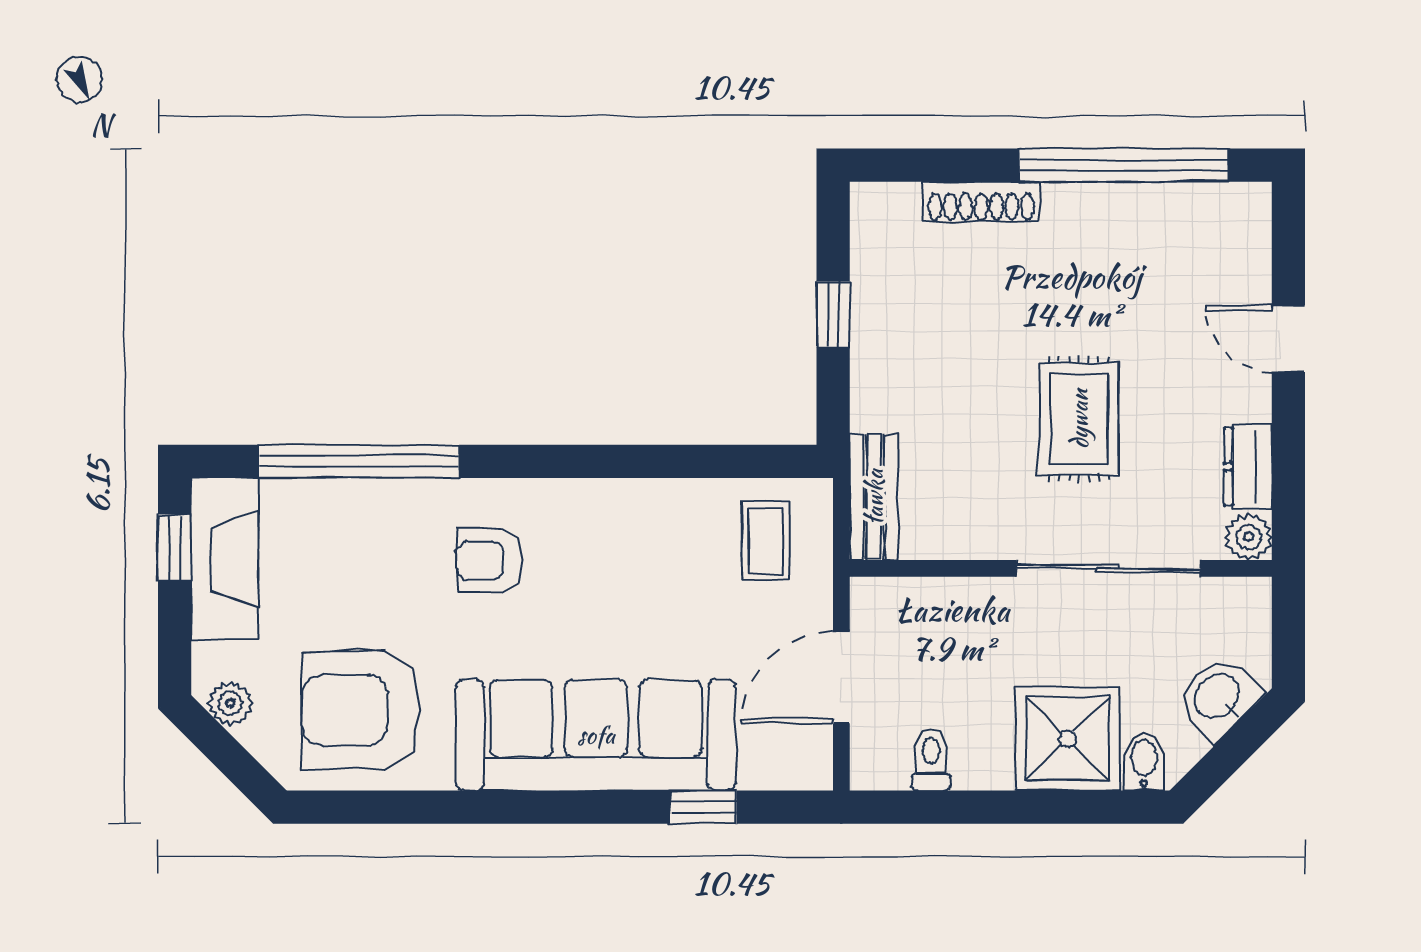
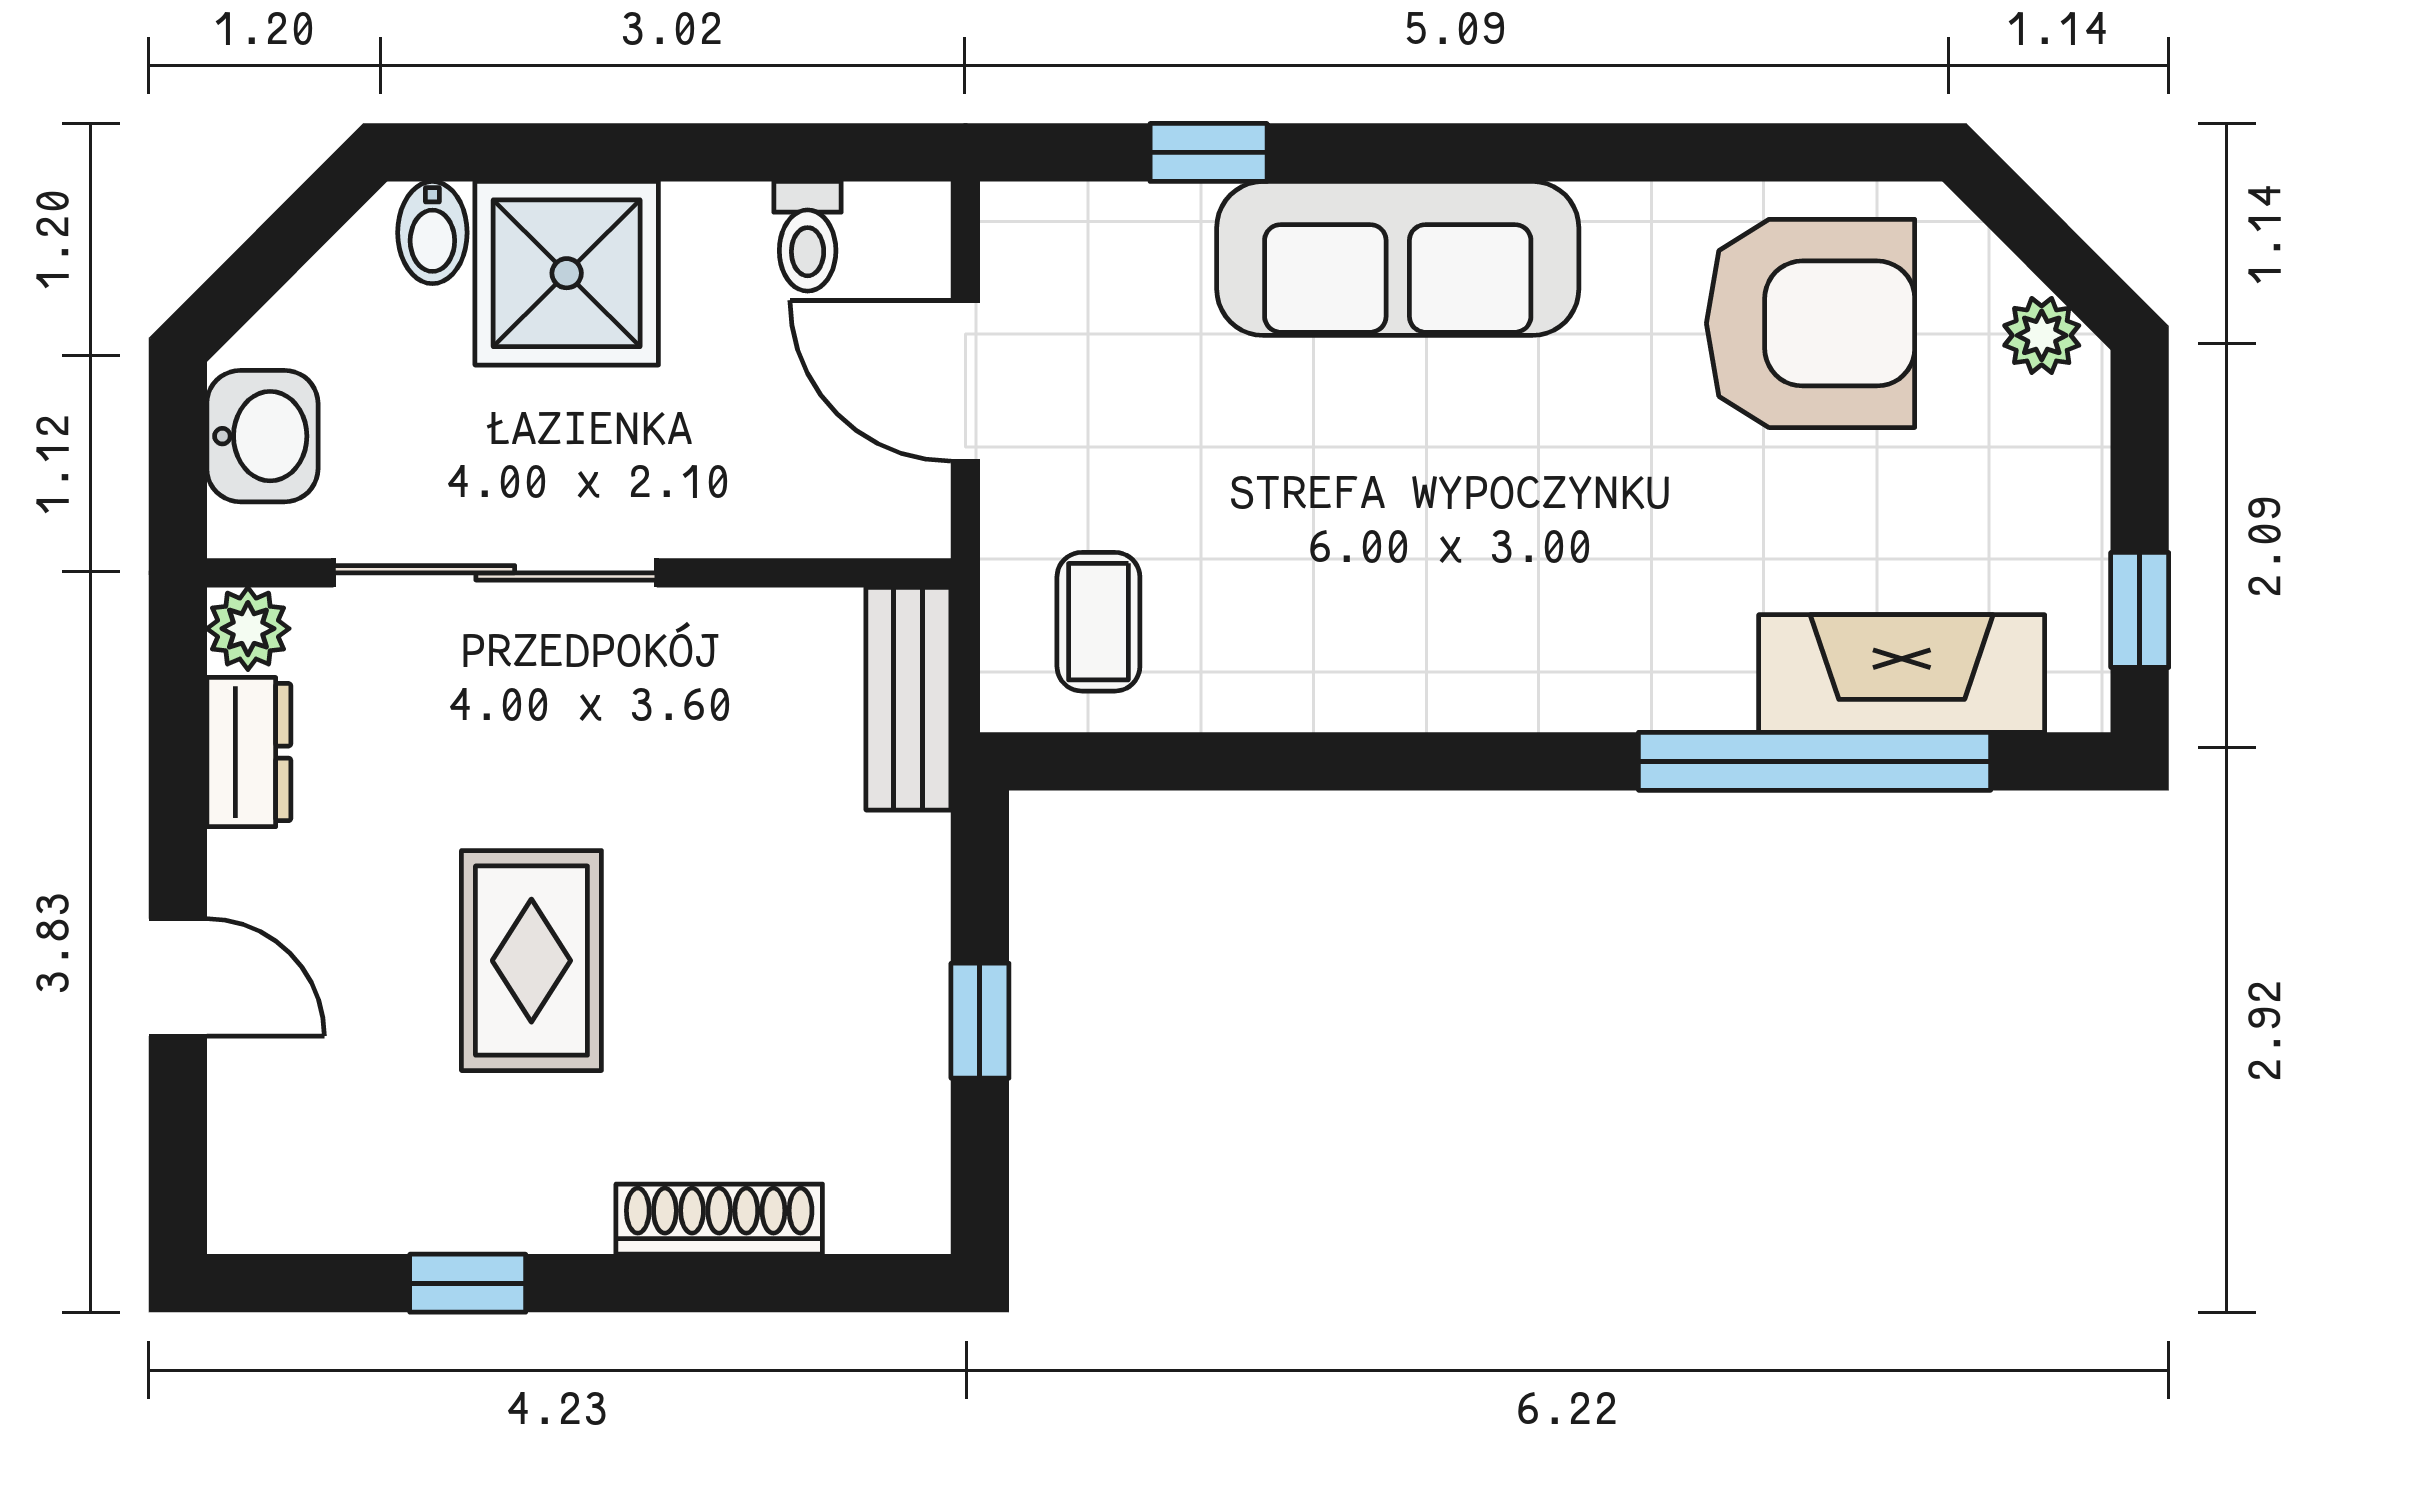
window: (1124, 165) -> (468, 1283), width x0.32
rug: (1079, 419) -> (531, 961), moved
fireplace: (224, 559) -> (1902, 674), moved, turned 90
armchair: (489, 560) -> (1586, 587), removed
door: (841, 678) -> (965, 381), swing flipped
washbasin: (1218, 697) -> (262, 436), moved, turned -45
sofa: (596, 735) -> (1398, 258), width x0.74, depth x0.79

